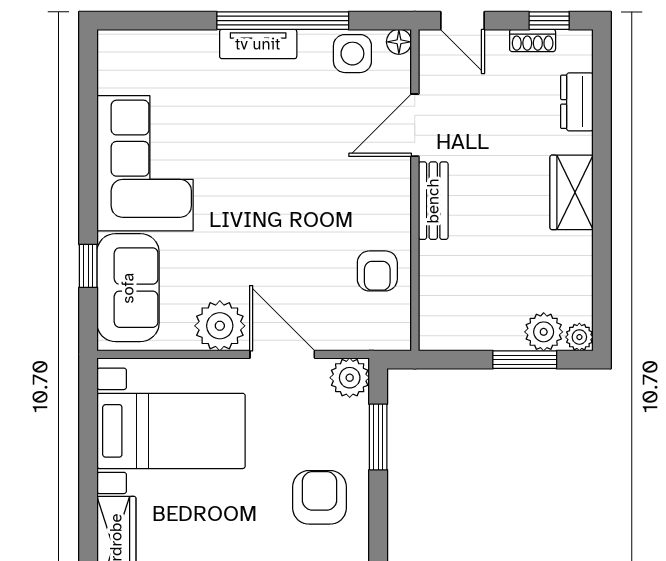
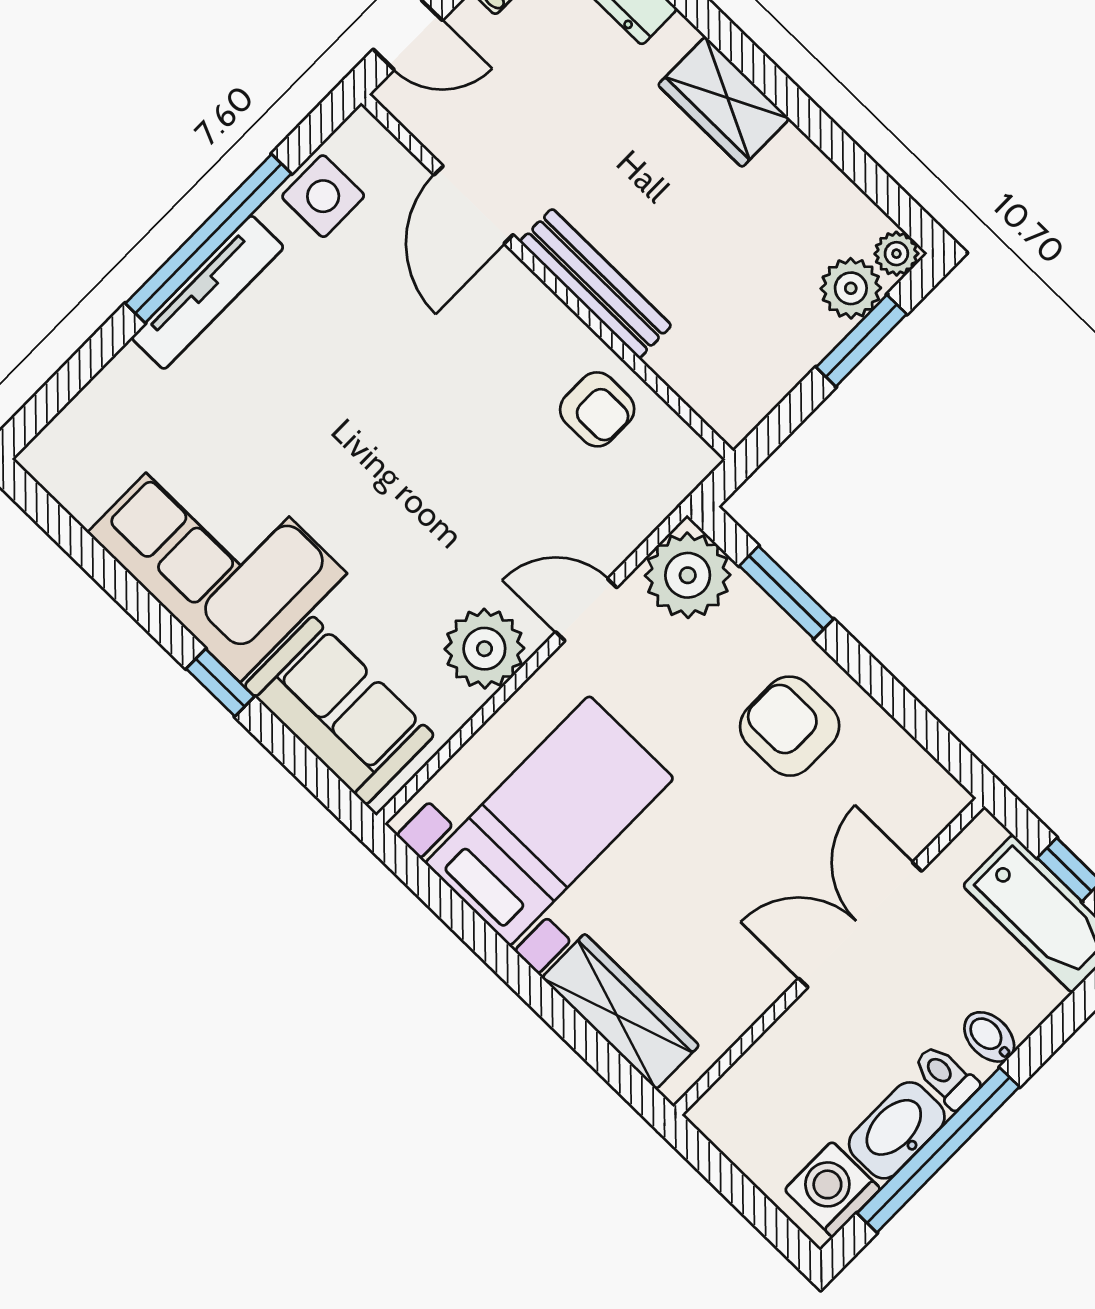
floor lamp: (399, 42) -> (361, 130), removed
tv unit: (258, 44) -> (208, 292), width x1.41
bench: (433, 201) -> (596, 283), width x1.36
window: (88, 266) -> (220, 683), moved
door: (282, 354) -> (586, 610), width x0.73
plant: (350, 378) -> (688, 575), width x1.36, depth x1.36

